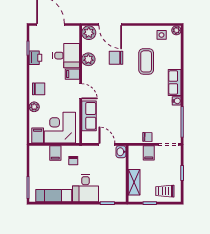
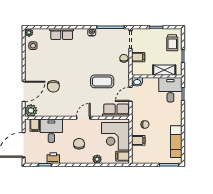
plant: (88, 59) -> (55, 111), removed
coffee table: (146, 61) -> (102, 81), moved
filing cabinet: (72, 74) -> (35, 125), moved
row of seats: (175, 83) -> (62, 34), moved
chair: (39, 89) -> (79, 144), moved
row of seats: (89, 116) -> (116, 110), moved
desk: (85, 188) -> (170, 90), moved, turned -90

